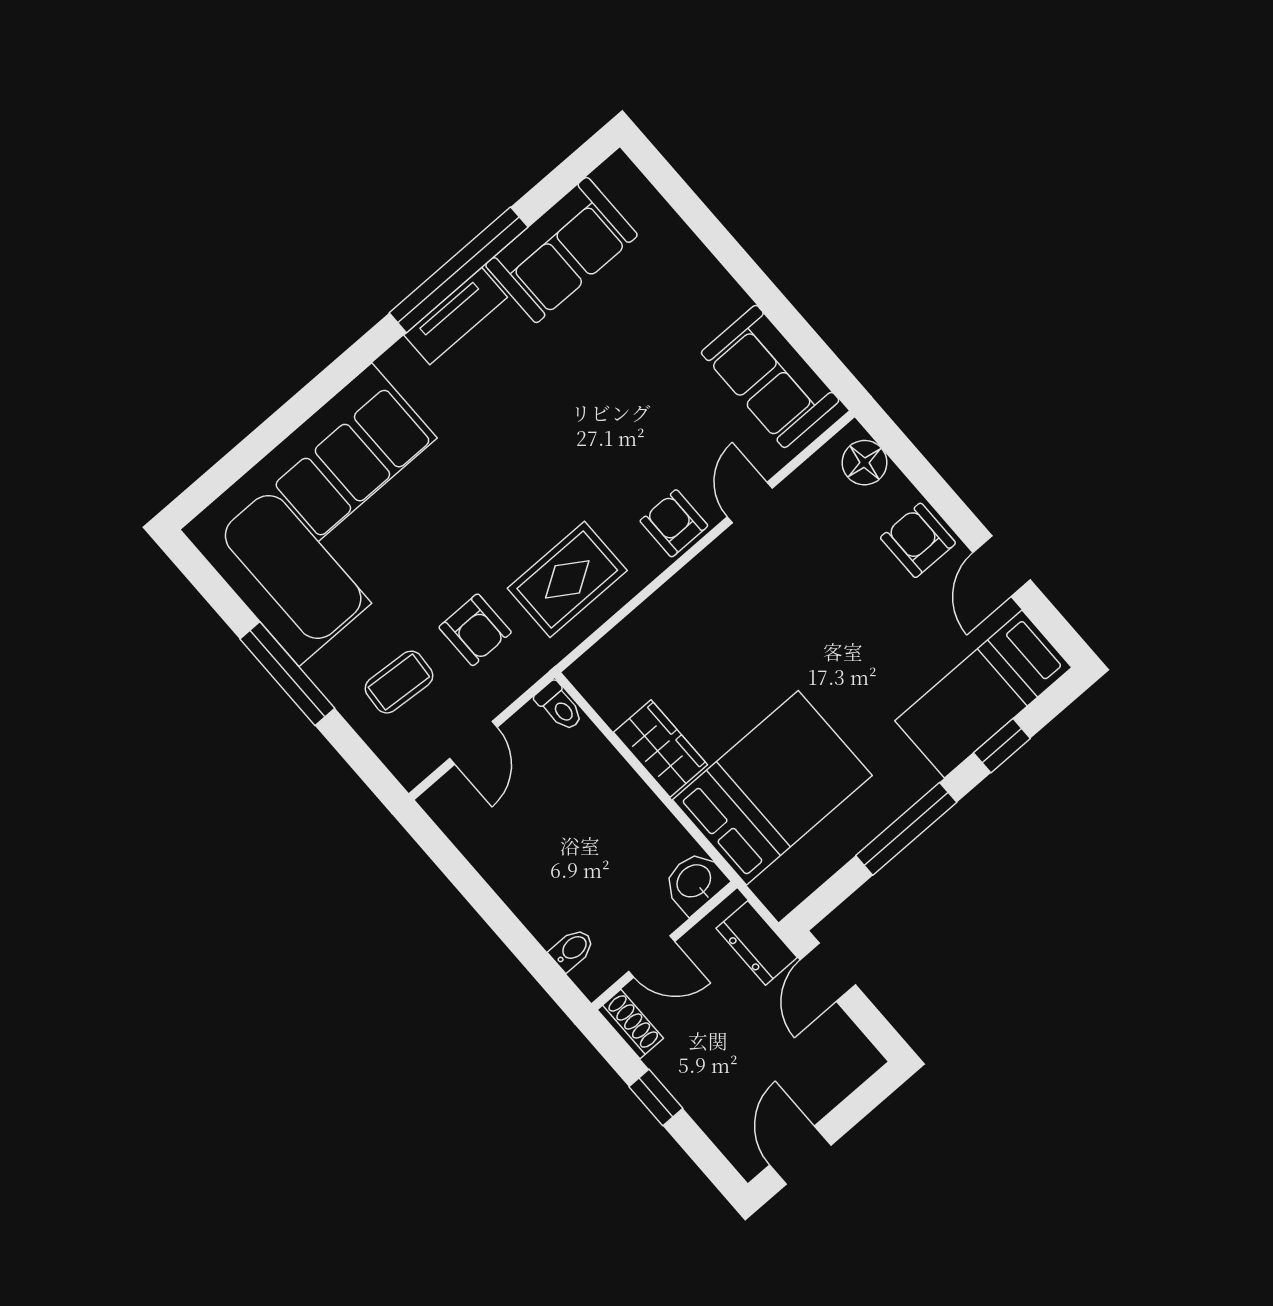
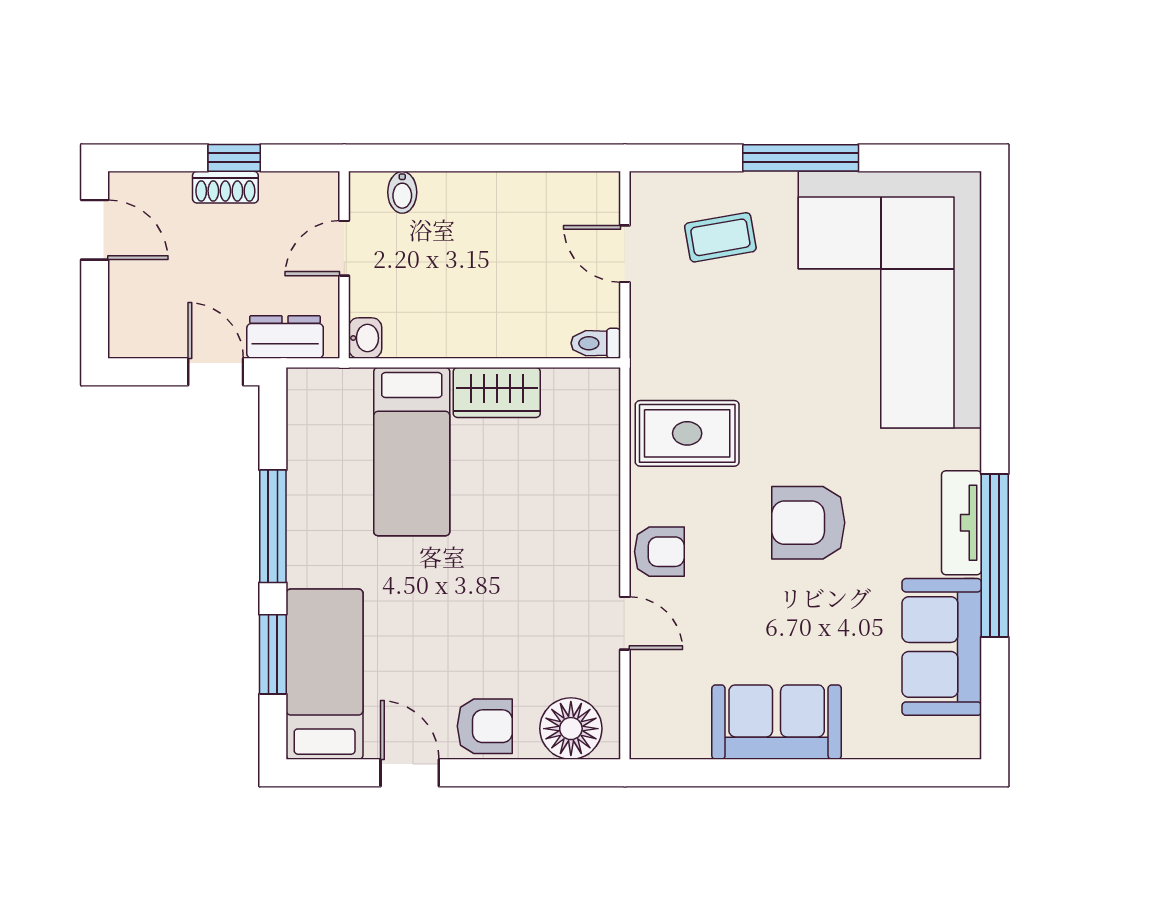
sofa: (770, 376) -> (777, 722), moved
floor lamp: (865, 463) -> (571, 729), width x1.38, depth x1.38
rug: (567, 579) -> (687, 433), turned 90
armchair: (475, 630) -> (808, 523), moved, width x1.38, depth x1.38
coffee table: (399, 682) -> (720, 237), turned 76
window: (1002, 746) -> (273, 654), width x1.50
bed: (772, 788) -> (412, 452), width x0.67
washbasin: (695, 882) -> (365, 338), width x0.72, depth x0.69
shoe rack: (630, 1024) -> (225, 187), moved

